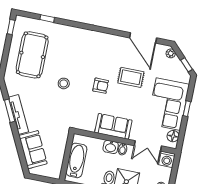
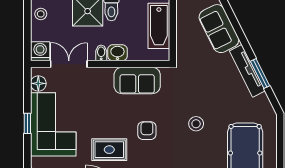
armchair: (101, 86) -> (147, 131), turned 90
sofa: (113, 126) -> (137, 80), moved

